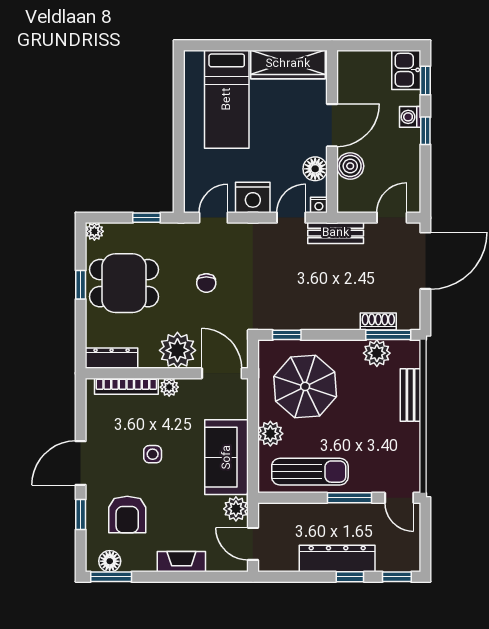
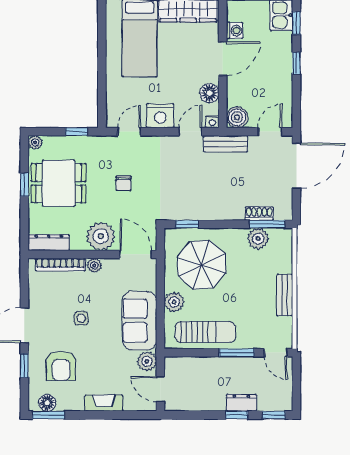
washing machine: (410, 117) -> (235, 30), moved, turned 180
boiler: (350, 166) -> (237, 117), moved
bench: (410, 395) -> (285, 295), moved
dresser: (337, 559) -> (241, 403), width x0.51, depth x0.80

